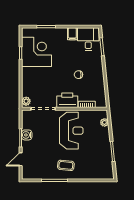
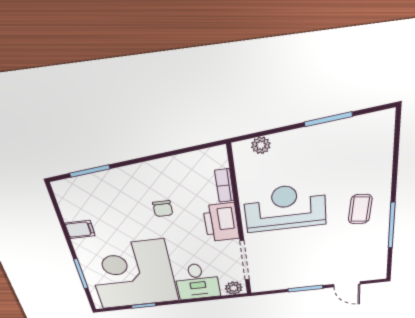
desk: (88, 39) -> (197, 281), moved, turned -90
corner desk: (36, 52) -> (132, 275), width x1.36, depth x1.36
water cooler: (27, 135) -> (299, 280), removed

